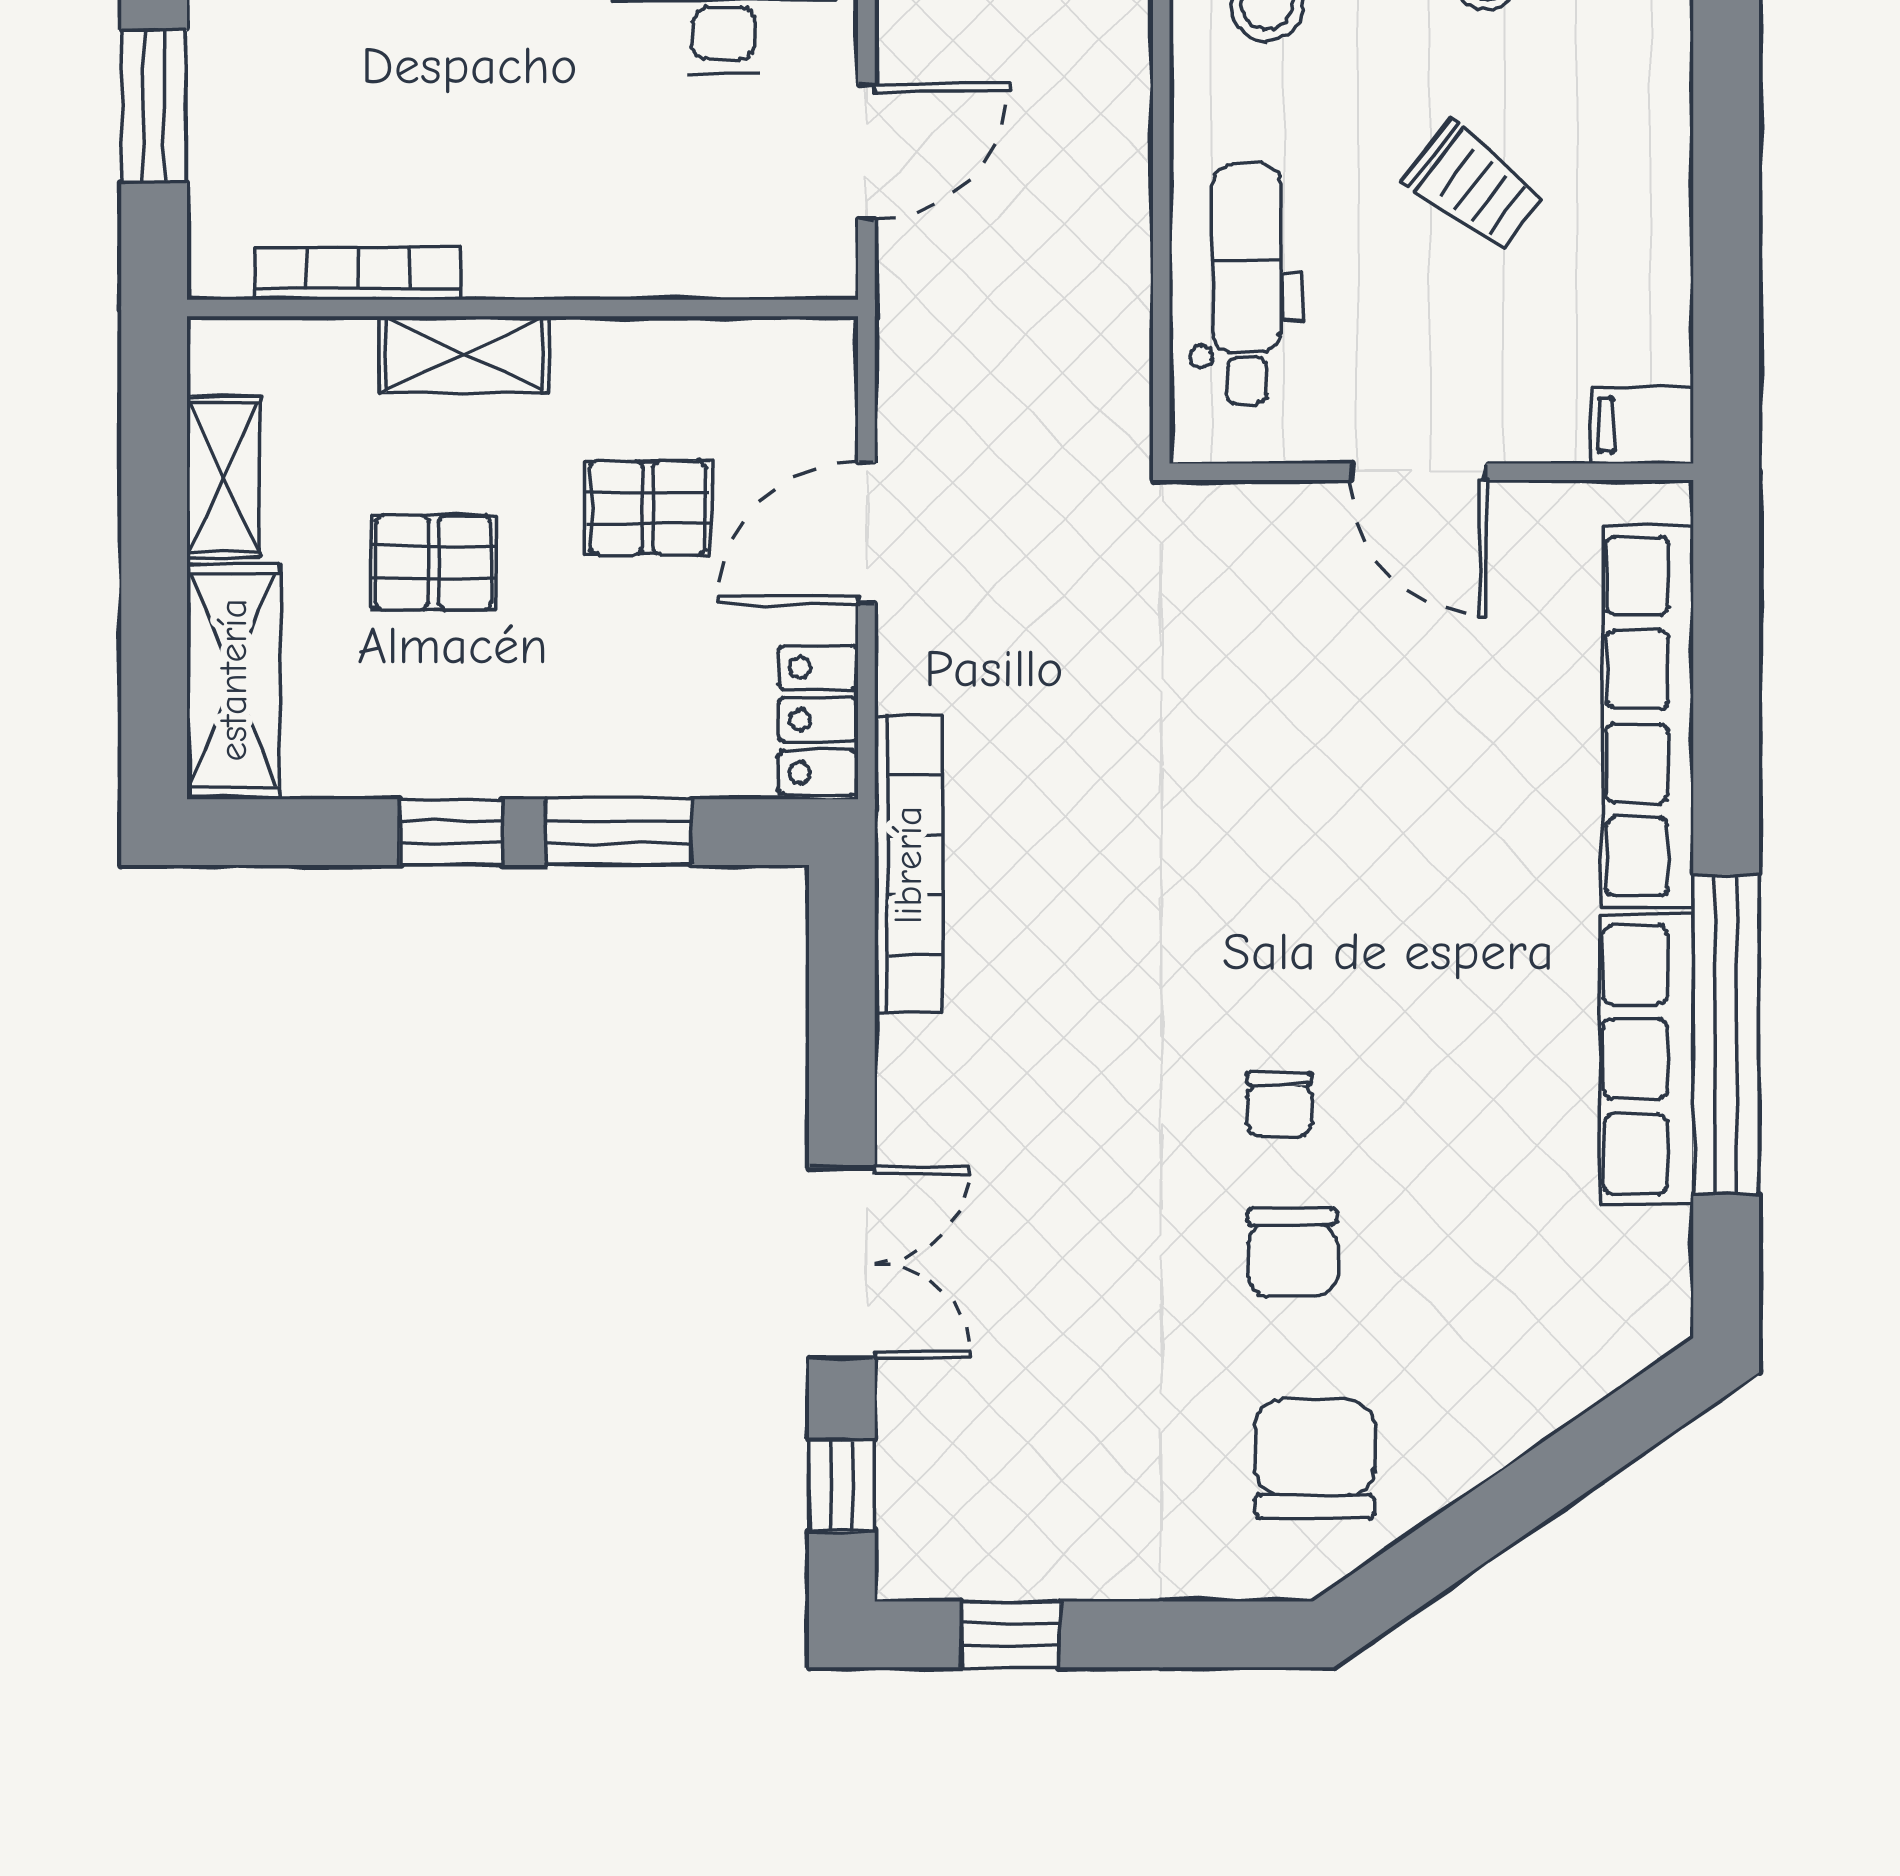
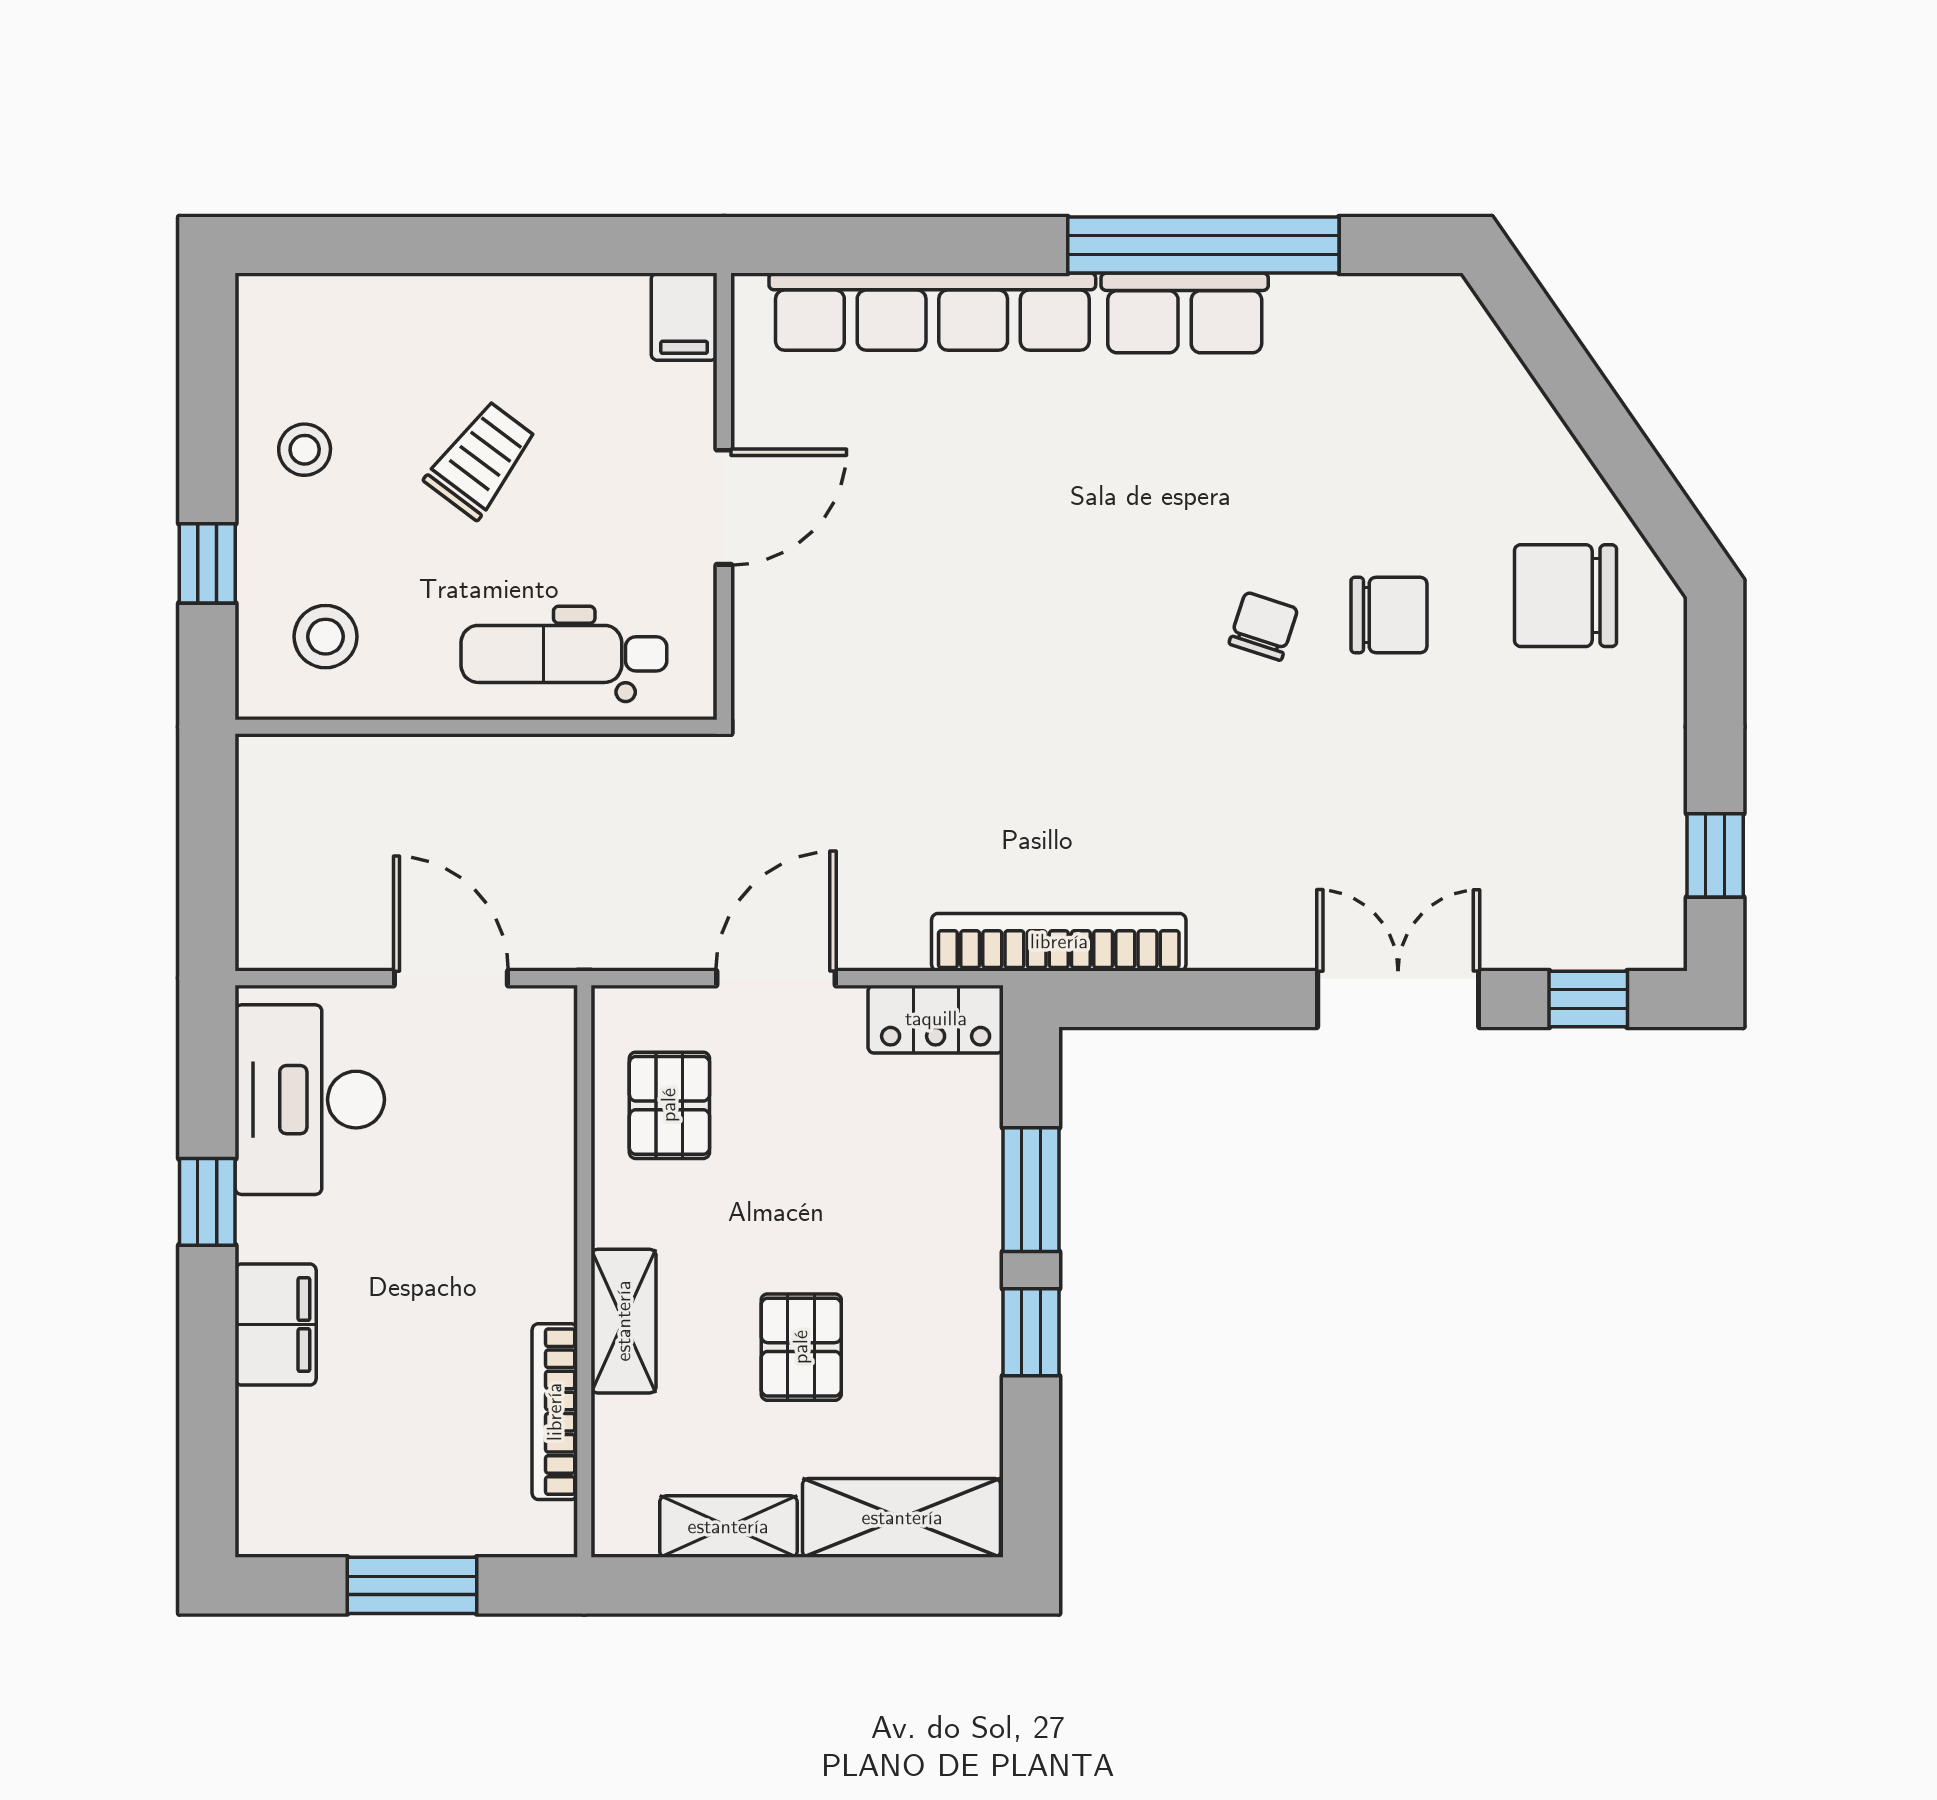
pallet: (648, 507) -> (669, 1105), moved
door: (866, 533) -> (776, 978), swing flipped
row of seats: (1647, 1059) -> (1185, 313), width x0.68
chair: (1279, 1104) -> (1263, 626), turned -72

